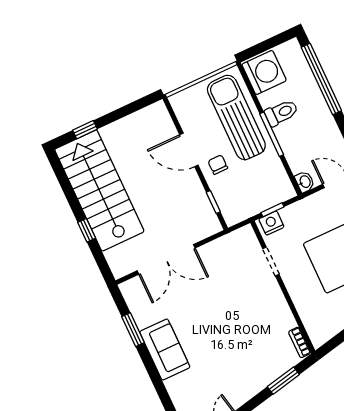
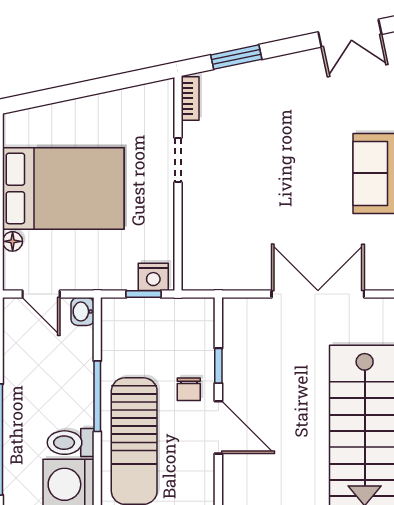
toilet: (281, 113) -> (71, 443), moved
window: (213, 202) -> (218, 366), moved
doorway: (271, 261) -> (178, 160), moved

